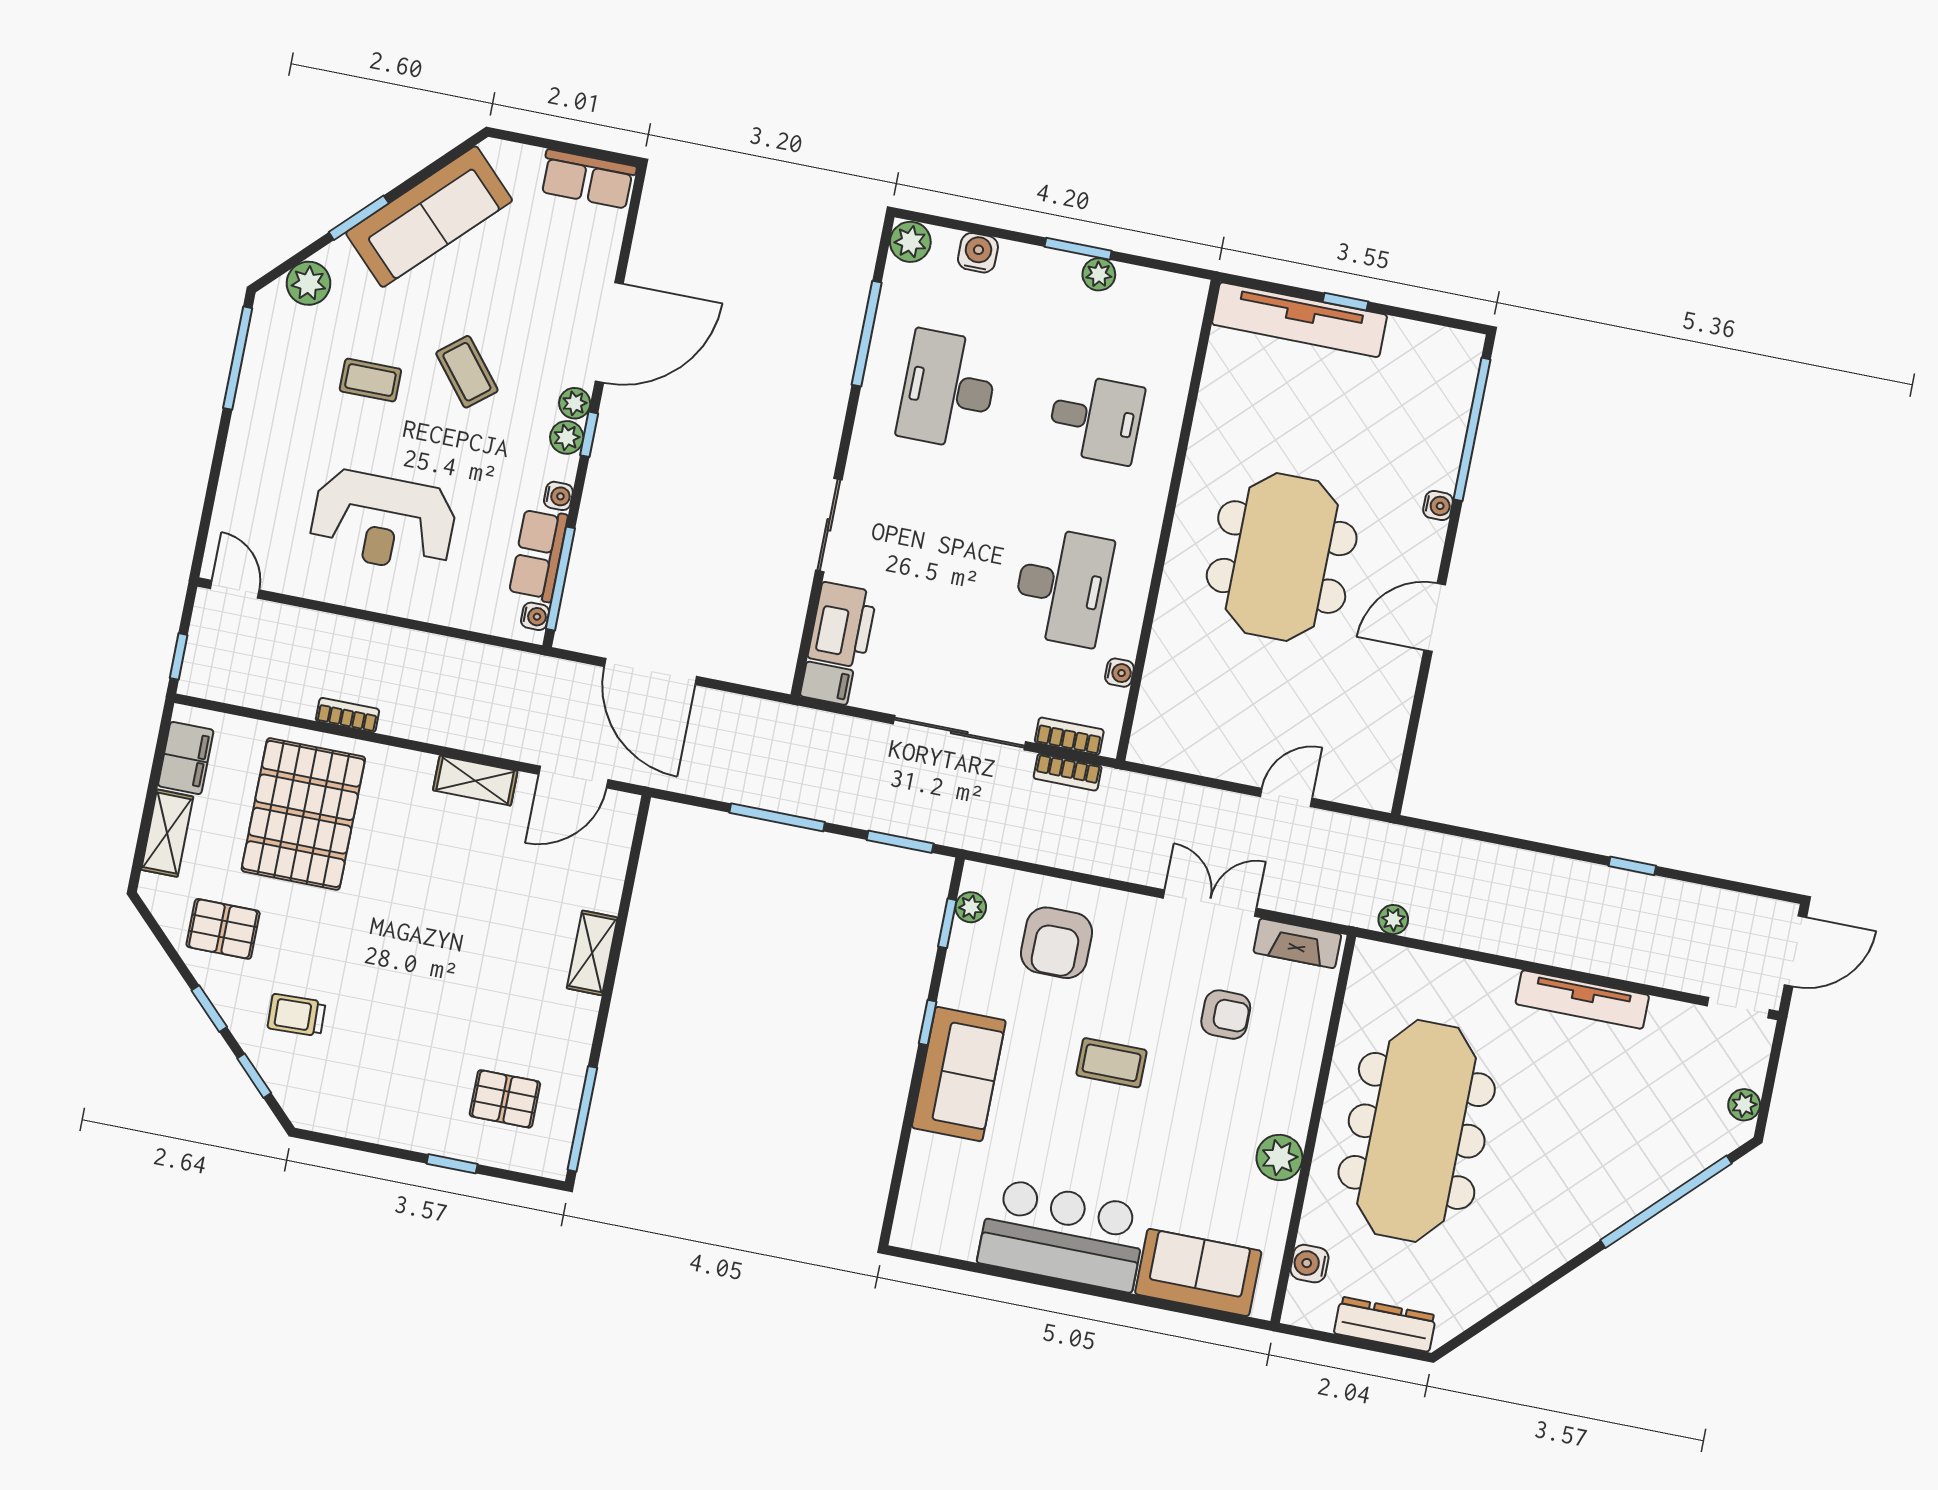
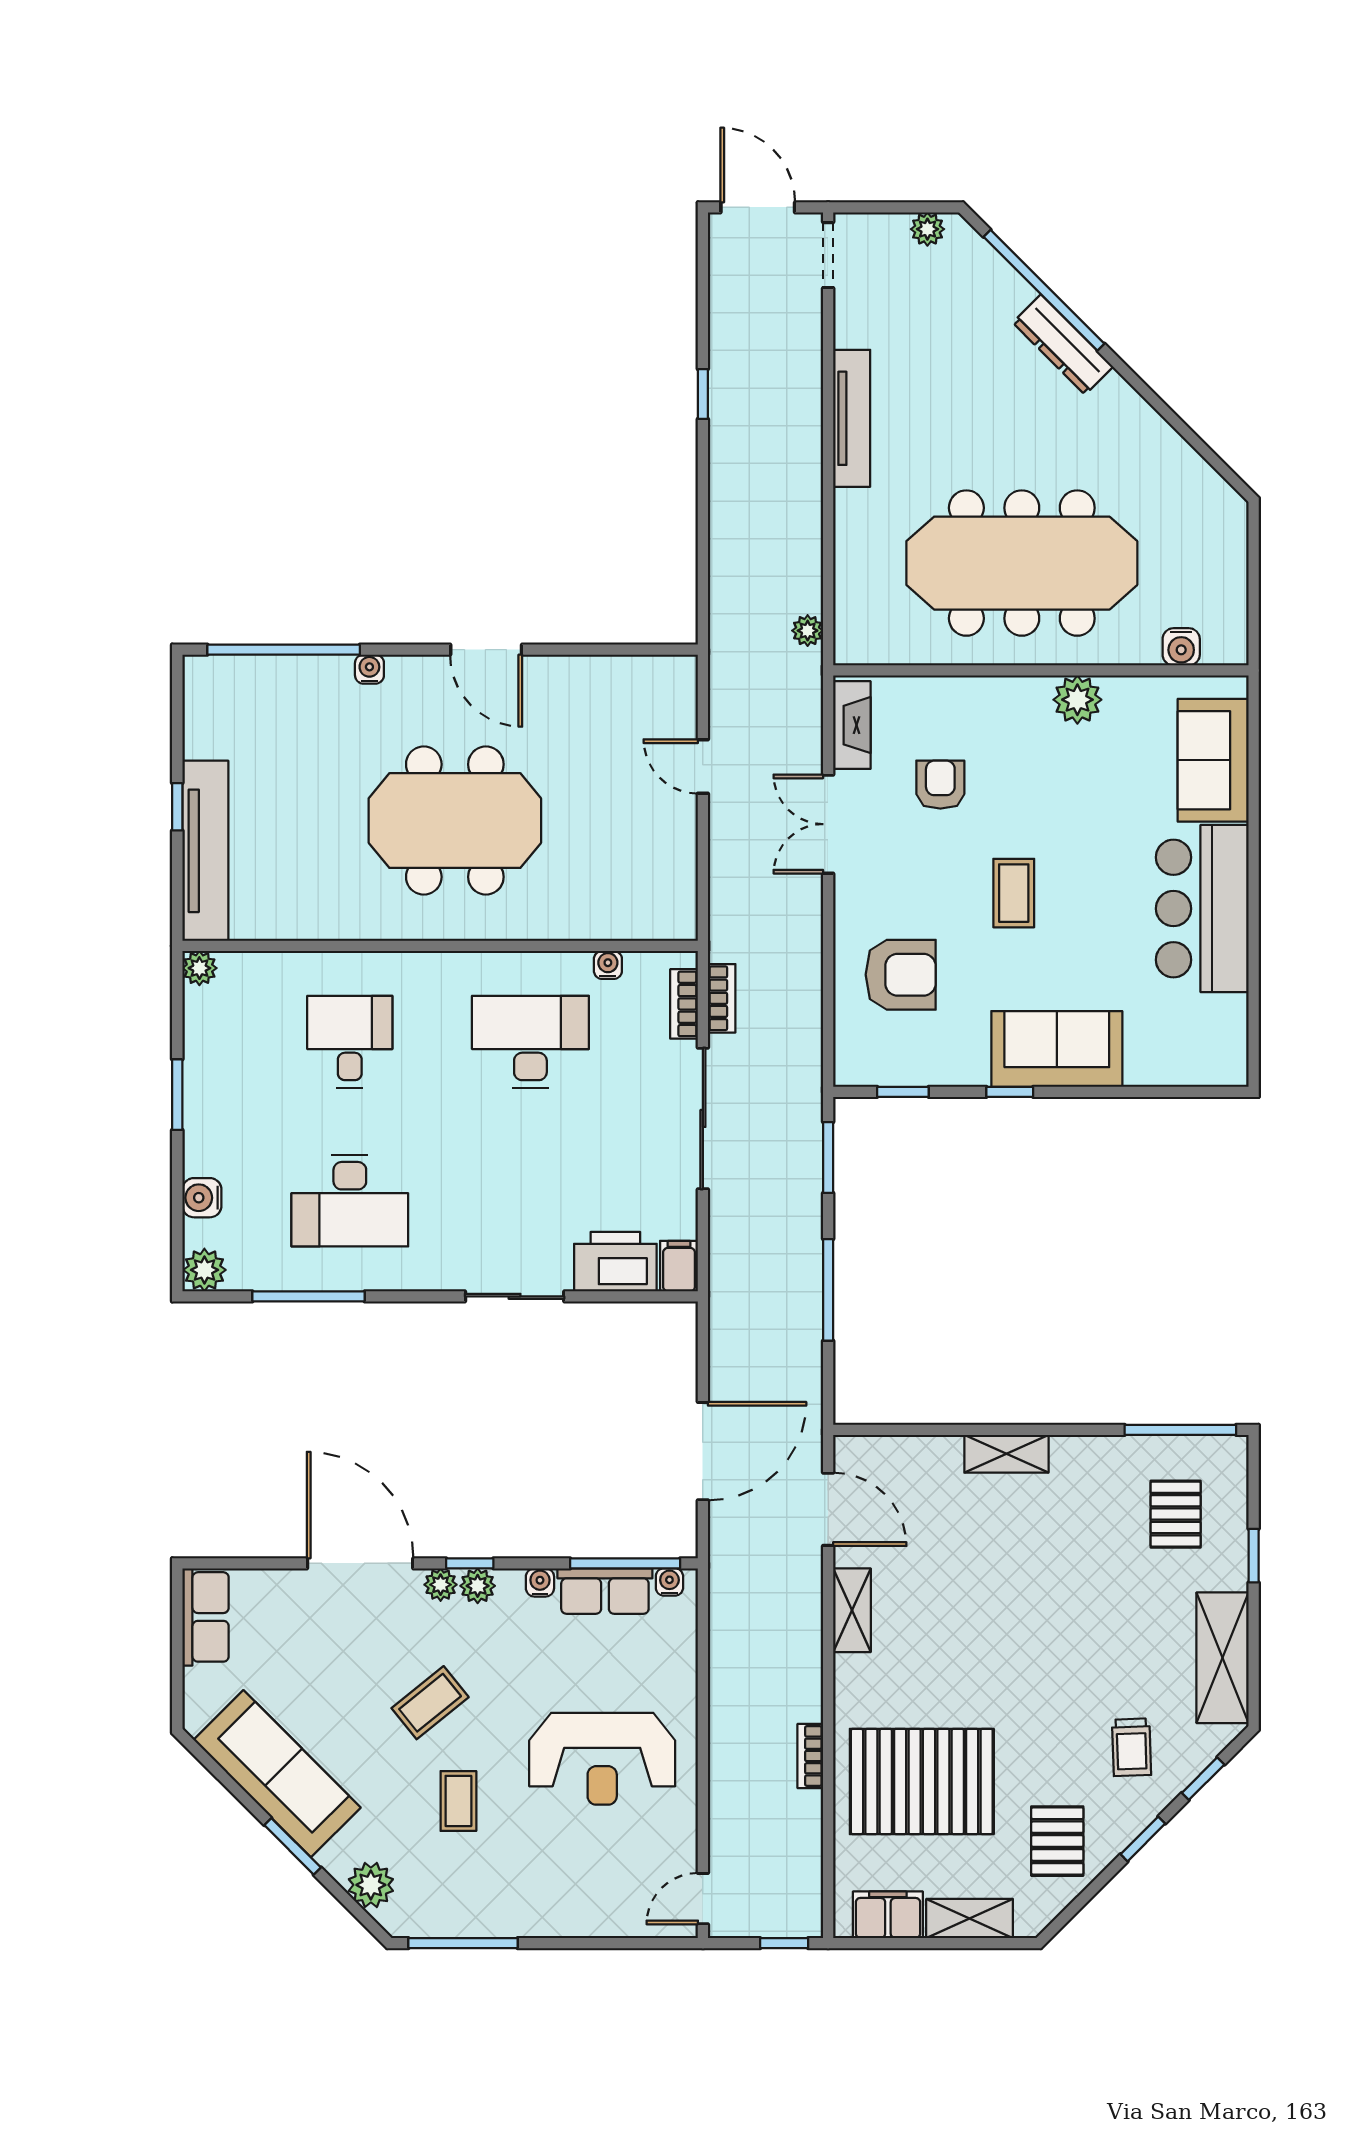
plant: (1099, 274) -> (199, 968), moved
reception desk: (383, 521) -> (602, 1759), turned 90
plant: (971, 907) -> (881, 1071), removed
shelving: (363, 1116) -> (1223, 1658), added
dresser: (1385, 1324) -> (1063, 345), moved, turned -45

